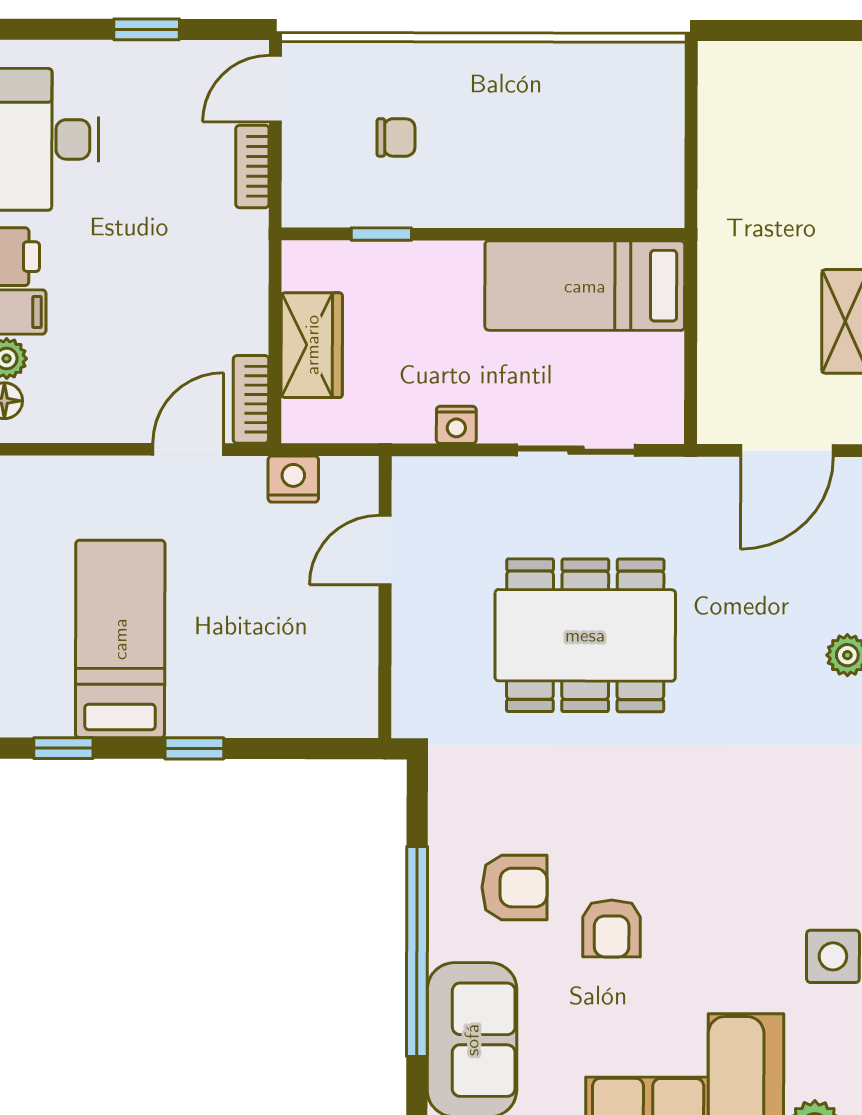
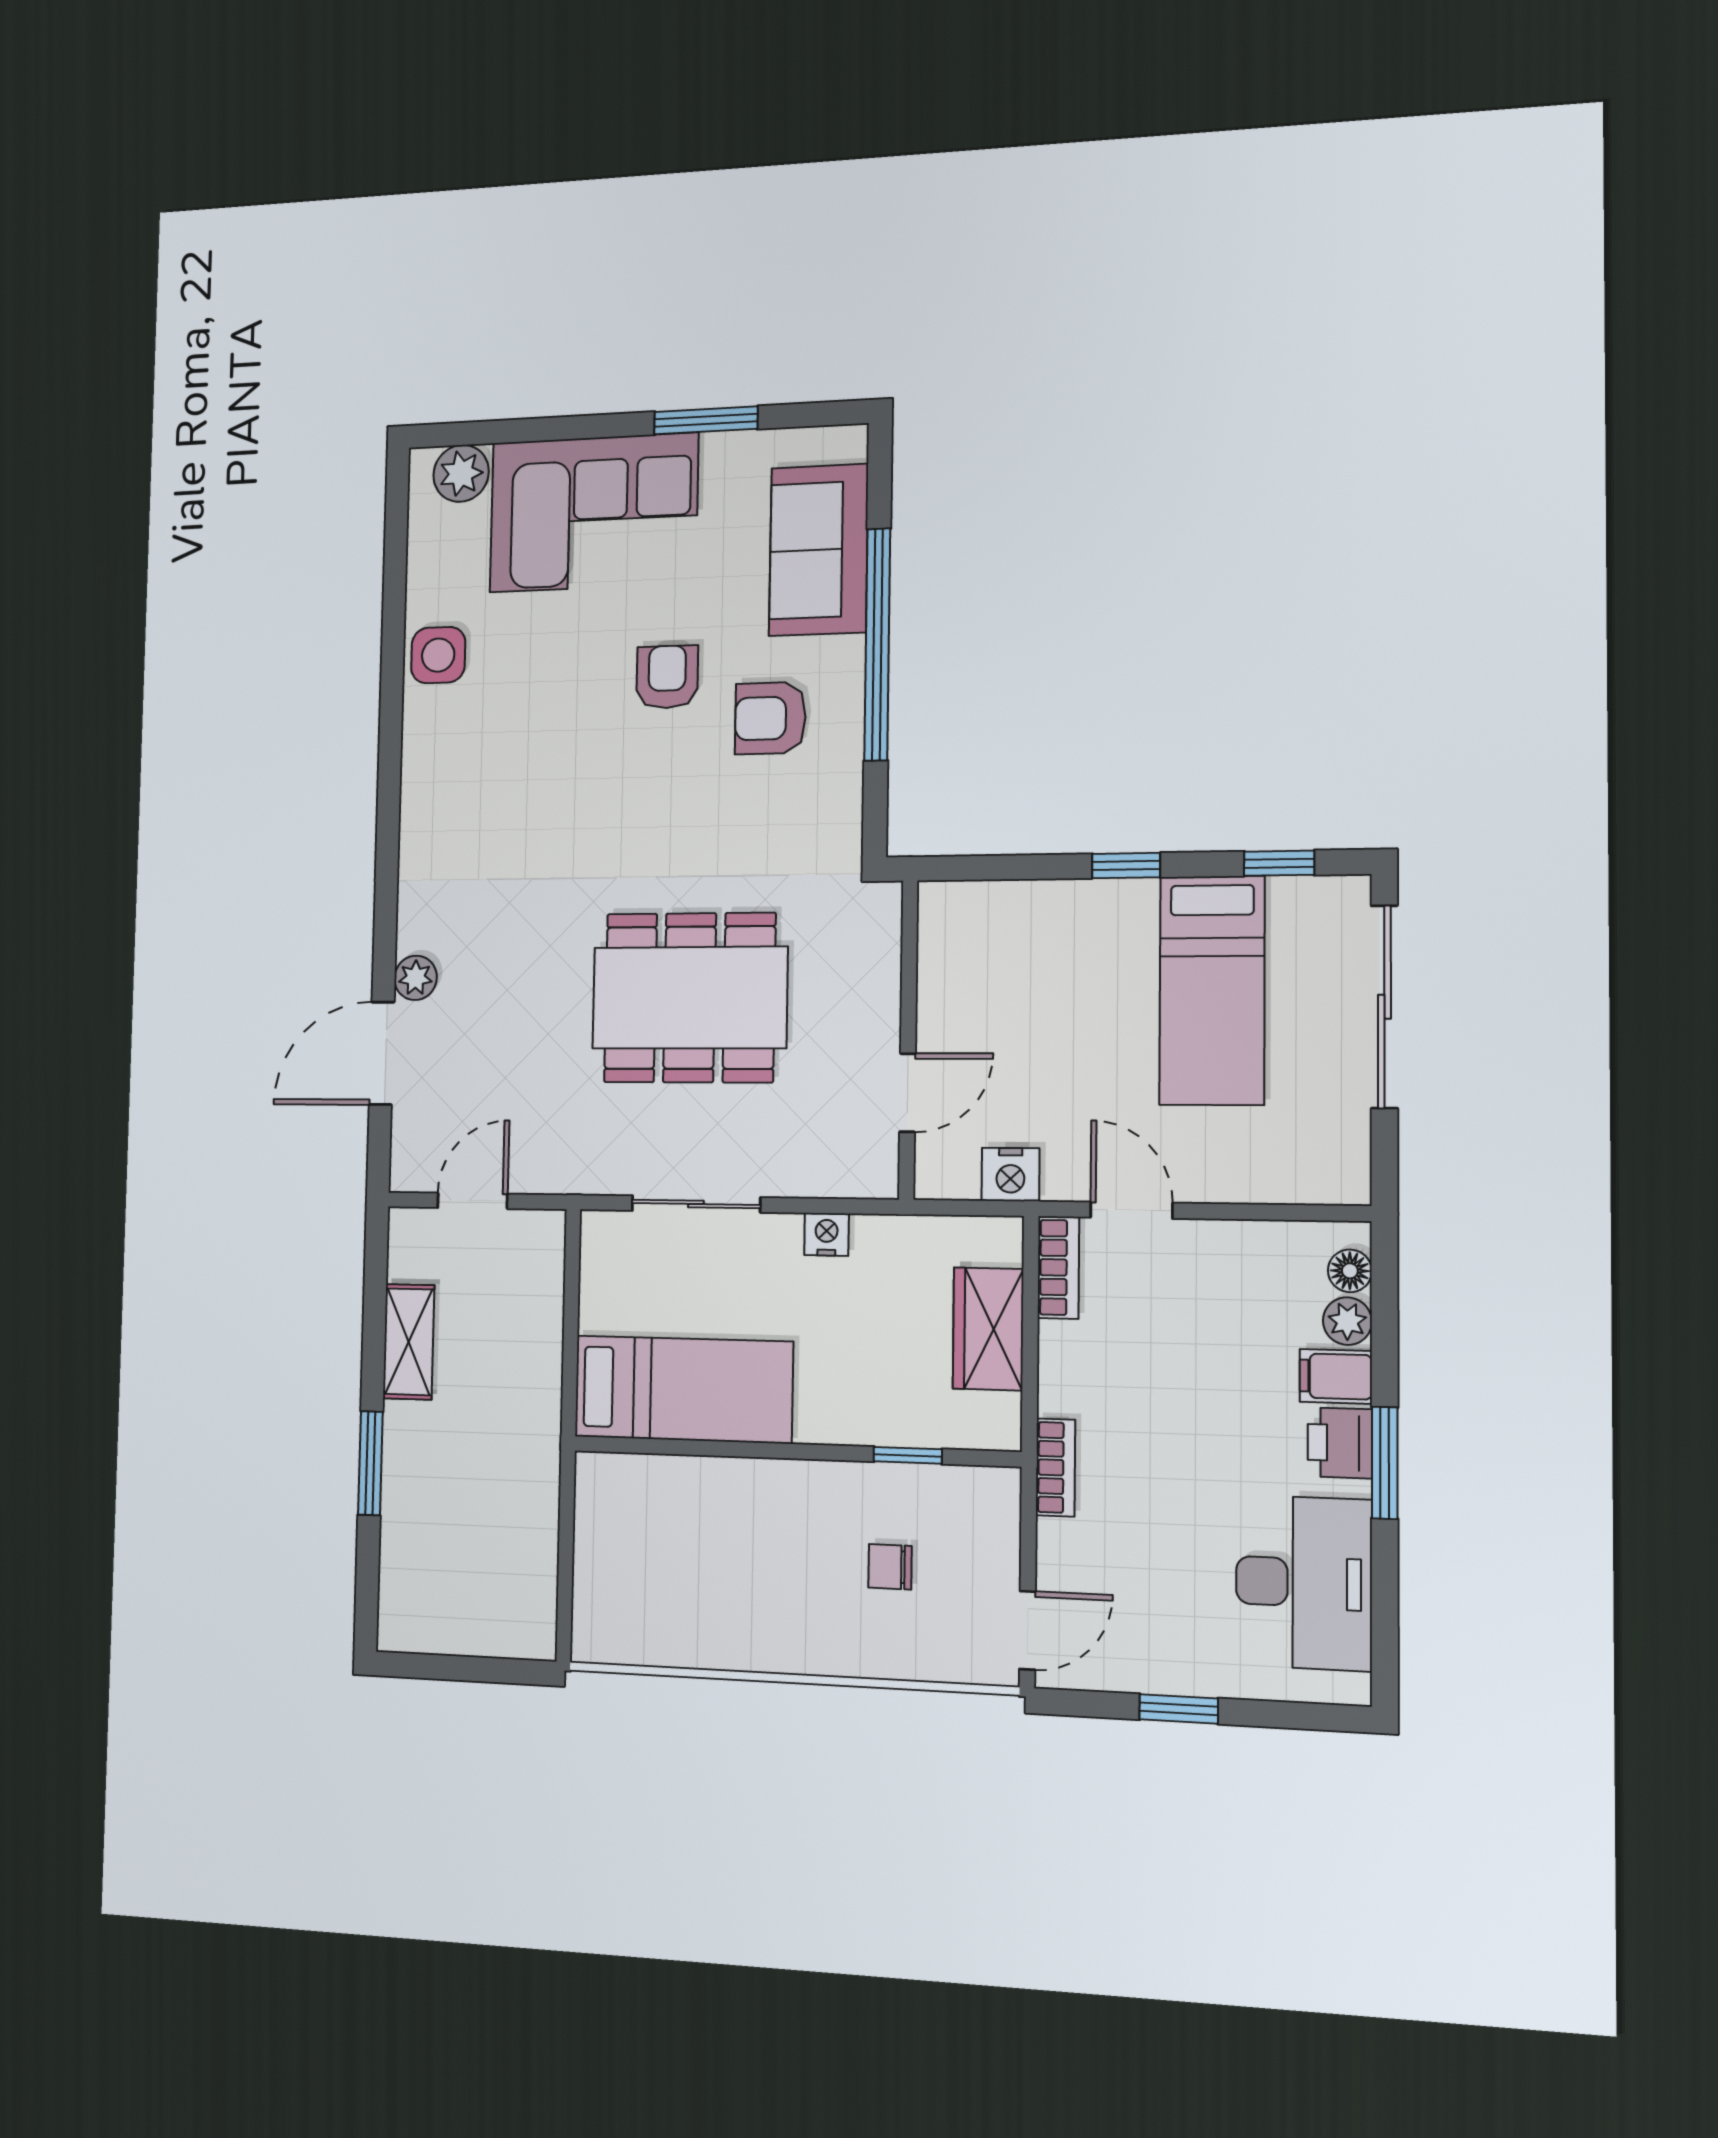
bookcase: (252, 166) -> (1055, 1468), moved
door: (188, 449) -> (1131, 1210), swing flipped
door: (787, 451) -> (472, 1201), width x0.73

